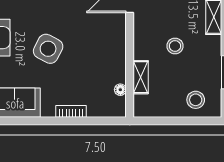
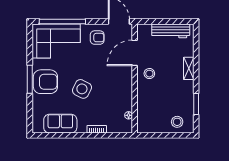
stool: (175, 46) -> (149, 74), moved
shelving: (141, 77) -> (142, 107), removed

